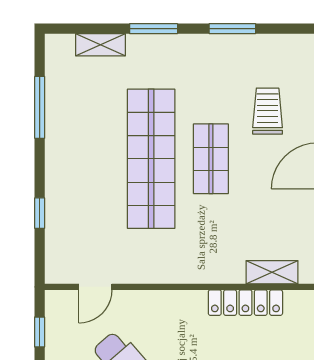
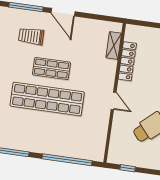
window: (40, 213) -> (67, 160), width x3.17
door: (95, 287) -> (114, 101), moved

